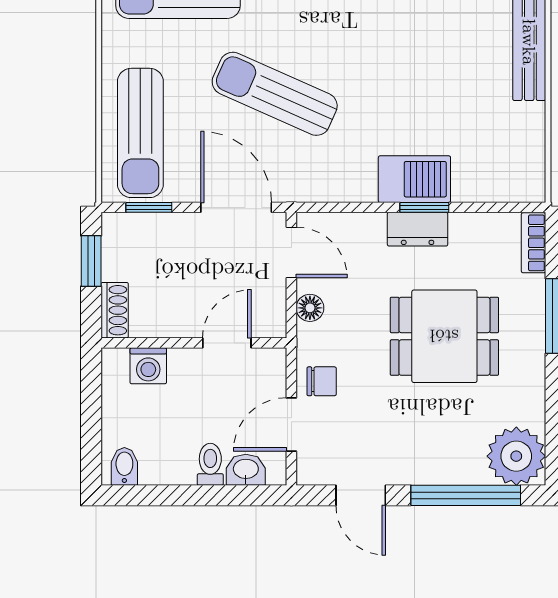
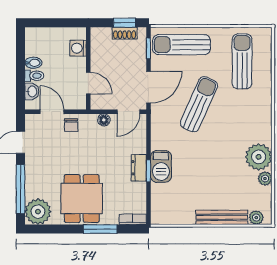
shoe rack: (115, 310) -> (125, 33), moved
dining table: (444, 336) -> (82, 198), moved
bidet: (124, 466) -> (33, 63), moved

